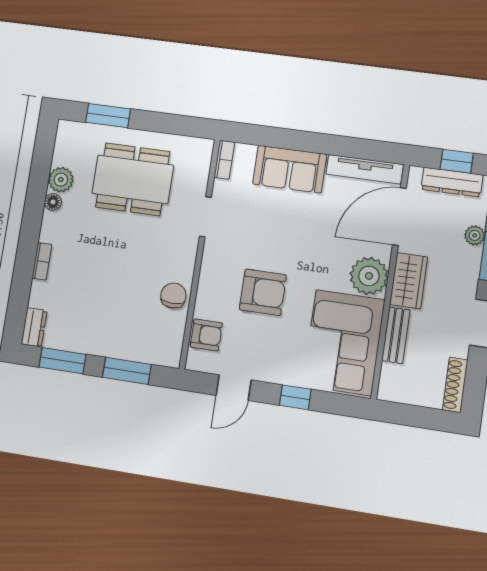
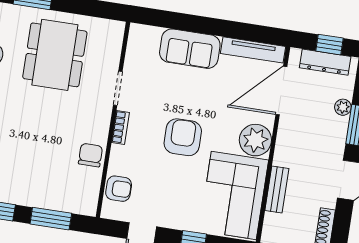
bookcase: (224, 160) -> (120, 127), moved
dining table: (133, 179) -> (55, 55), turned 90
wardrobe: (409, 281) -> (288, 144), removed
armchair: (263, 292) -> (183, 137), moved, turned -90

